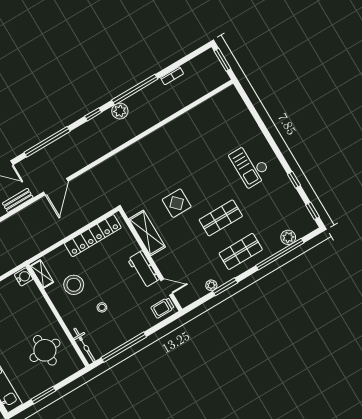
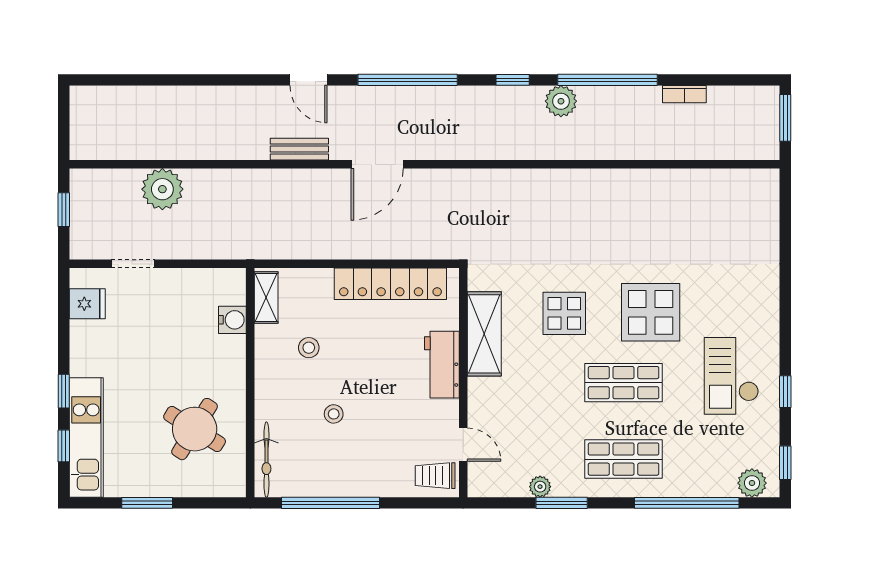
checkout: (250, 165) -> (731, 376), moved
display table: (214, 180) -> (651, 312), added
plant: (288, 237) -> (752, 483), moved
workbench: (143, 269) -> (442, 365), moved
water cooler: (24, 277) -> (232, 320), moved
stool: (74, 285) -> (309, 348), width x0.53, depth x0.53
round table: (45, 350) -> (195, 429), turned 35

